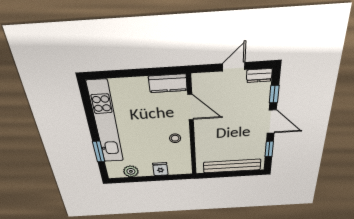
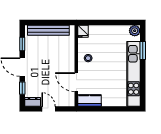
door: (234, 67) -> (48, 109), swing flipped
fridge: (160, 169) -> (83, 31), moved
plant: (131, 171) -> (135, 31), moved

